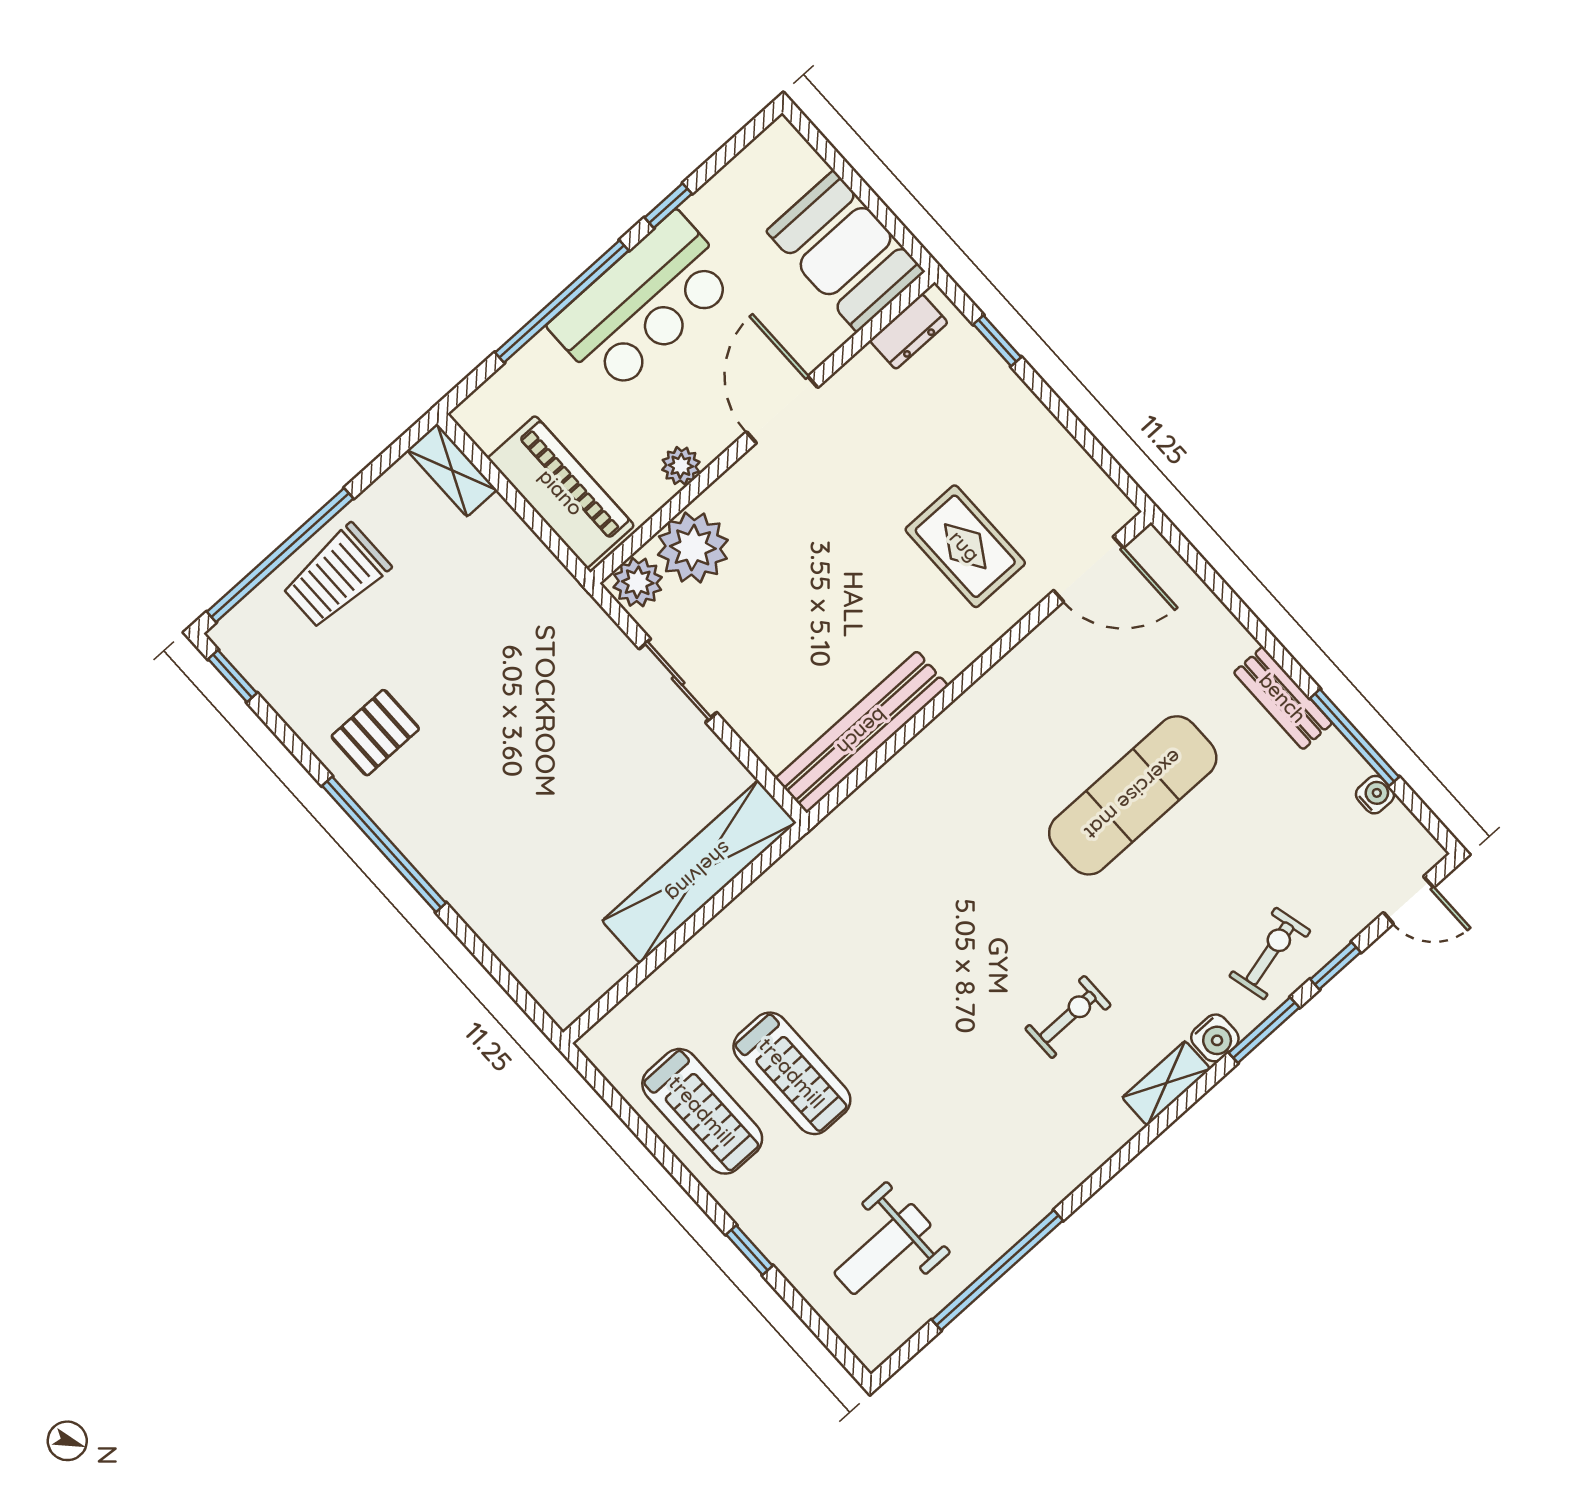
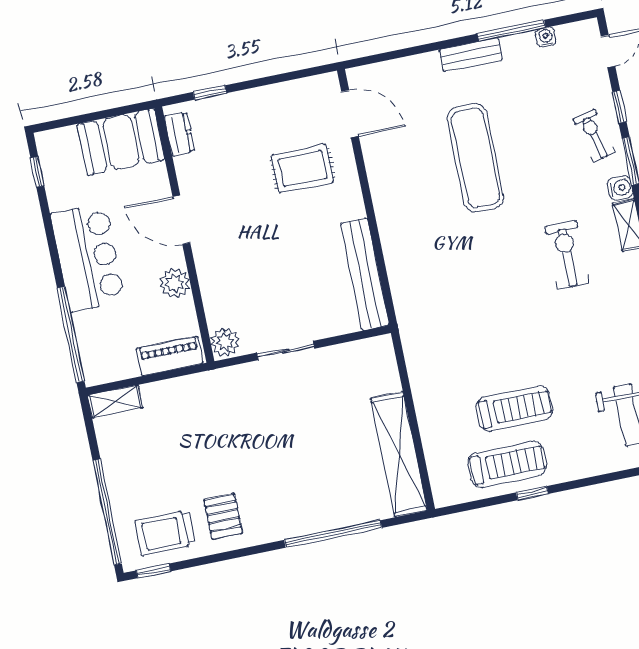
window: (668, 206) -> (37, 172), moved
window: (562, 301) -> (71, 335), moved
plant: (681, 466) -> (175, 283), width x1.38, depth x1.38
piano: (561, 492) -> (170, 356), width x0.73, depth x0.75
plant: (693, 547) -> (224, 304), removed
door: (1088, 569) -> (350, 114), hinge flipped
trolley: (336, 576) -> (165, 533), moved, turned 90
window: (384, 844) -> (333, 534), moved
shelving: (699, 872) -> (399, 454), moved
exercise bike: (1068, 1017) -> (567, 255), width x1.38, depth x1.39
window: (749, 1250) -> (532, 493), moved

